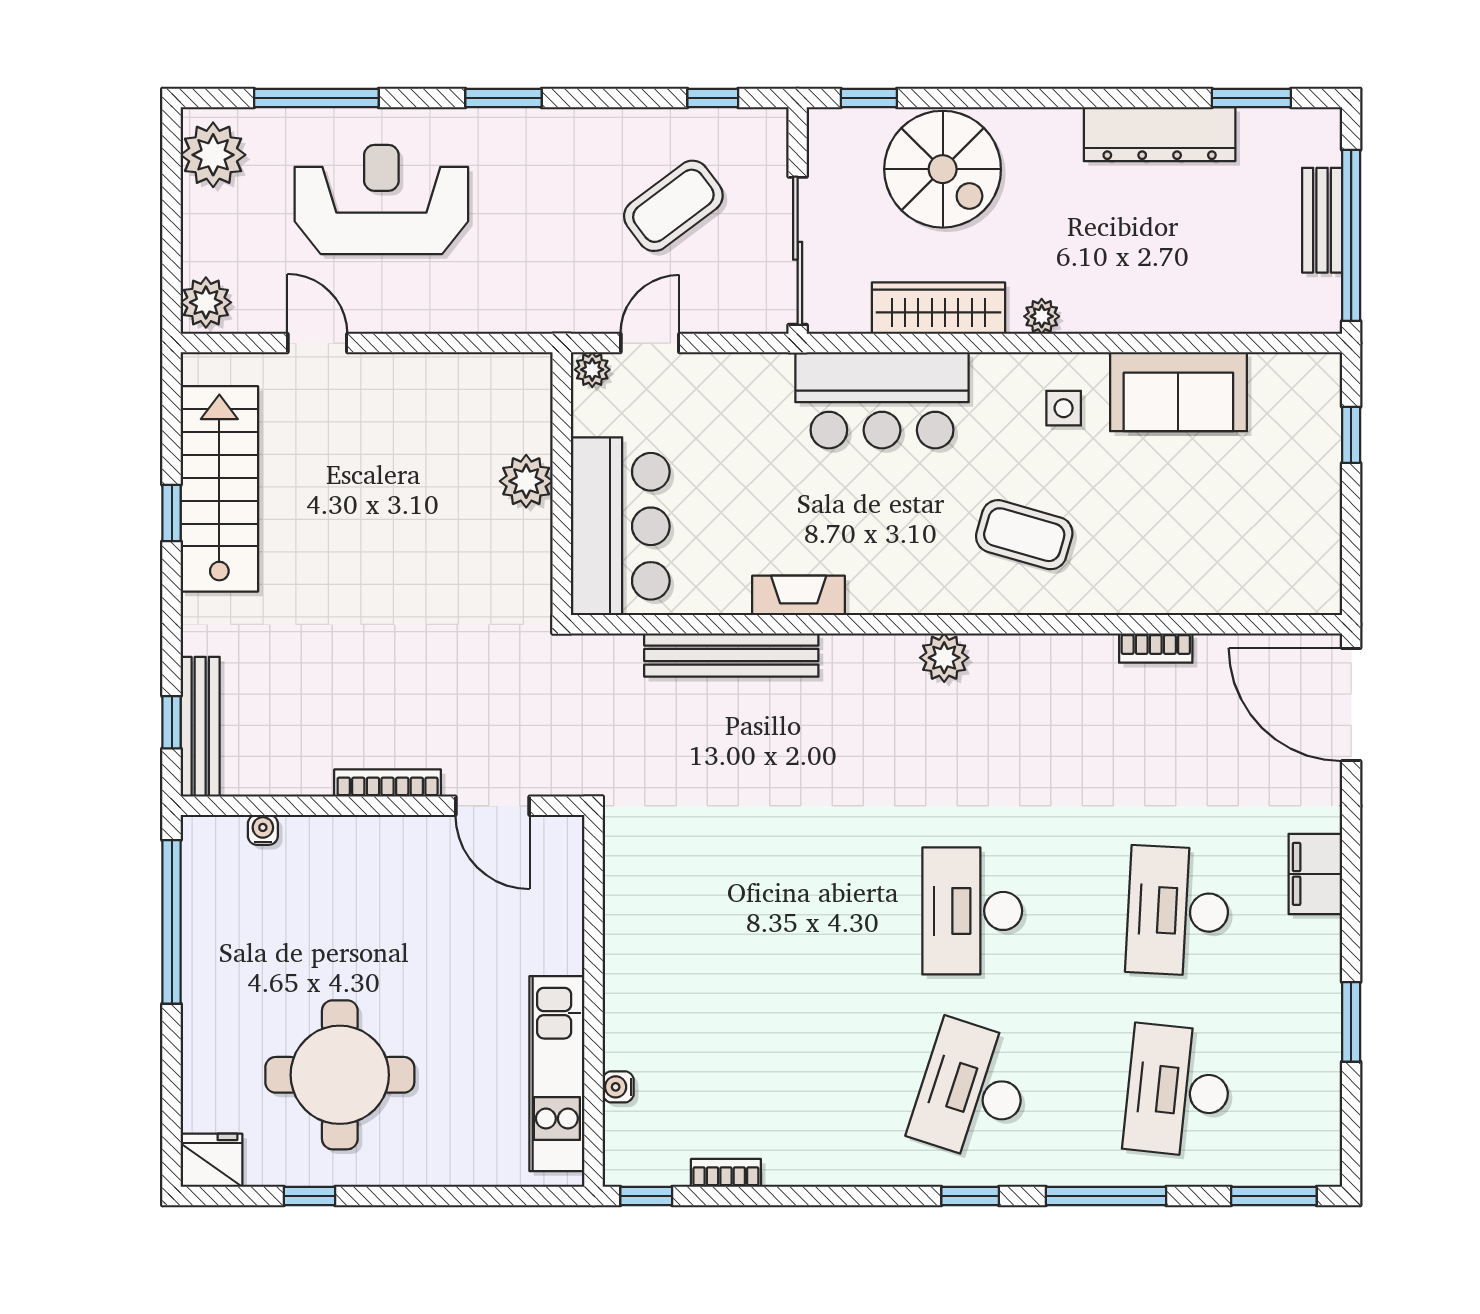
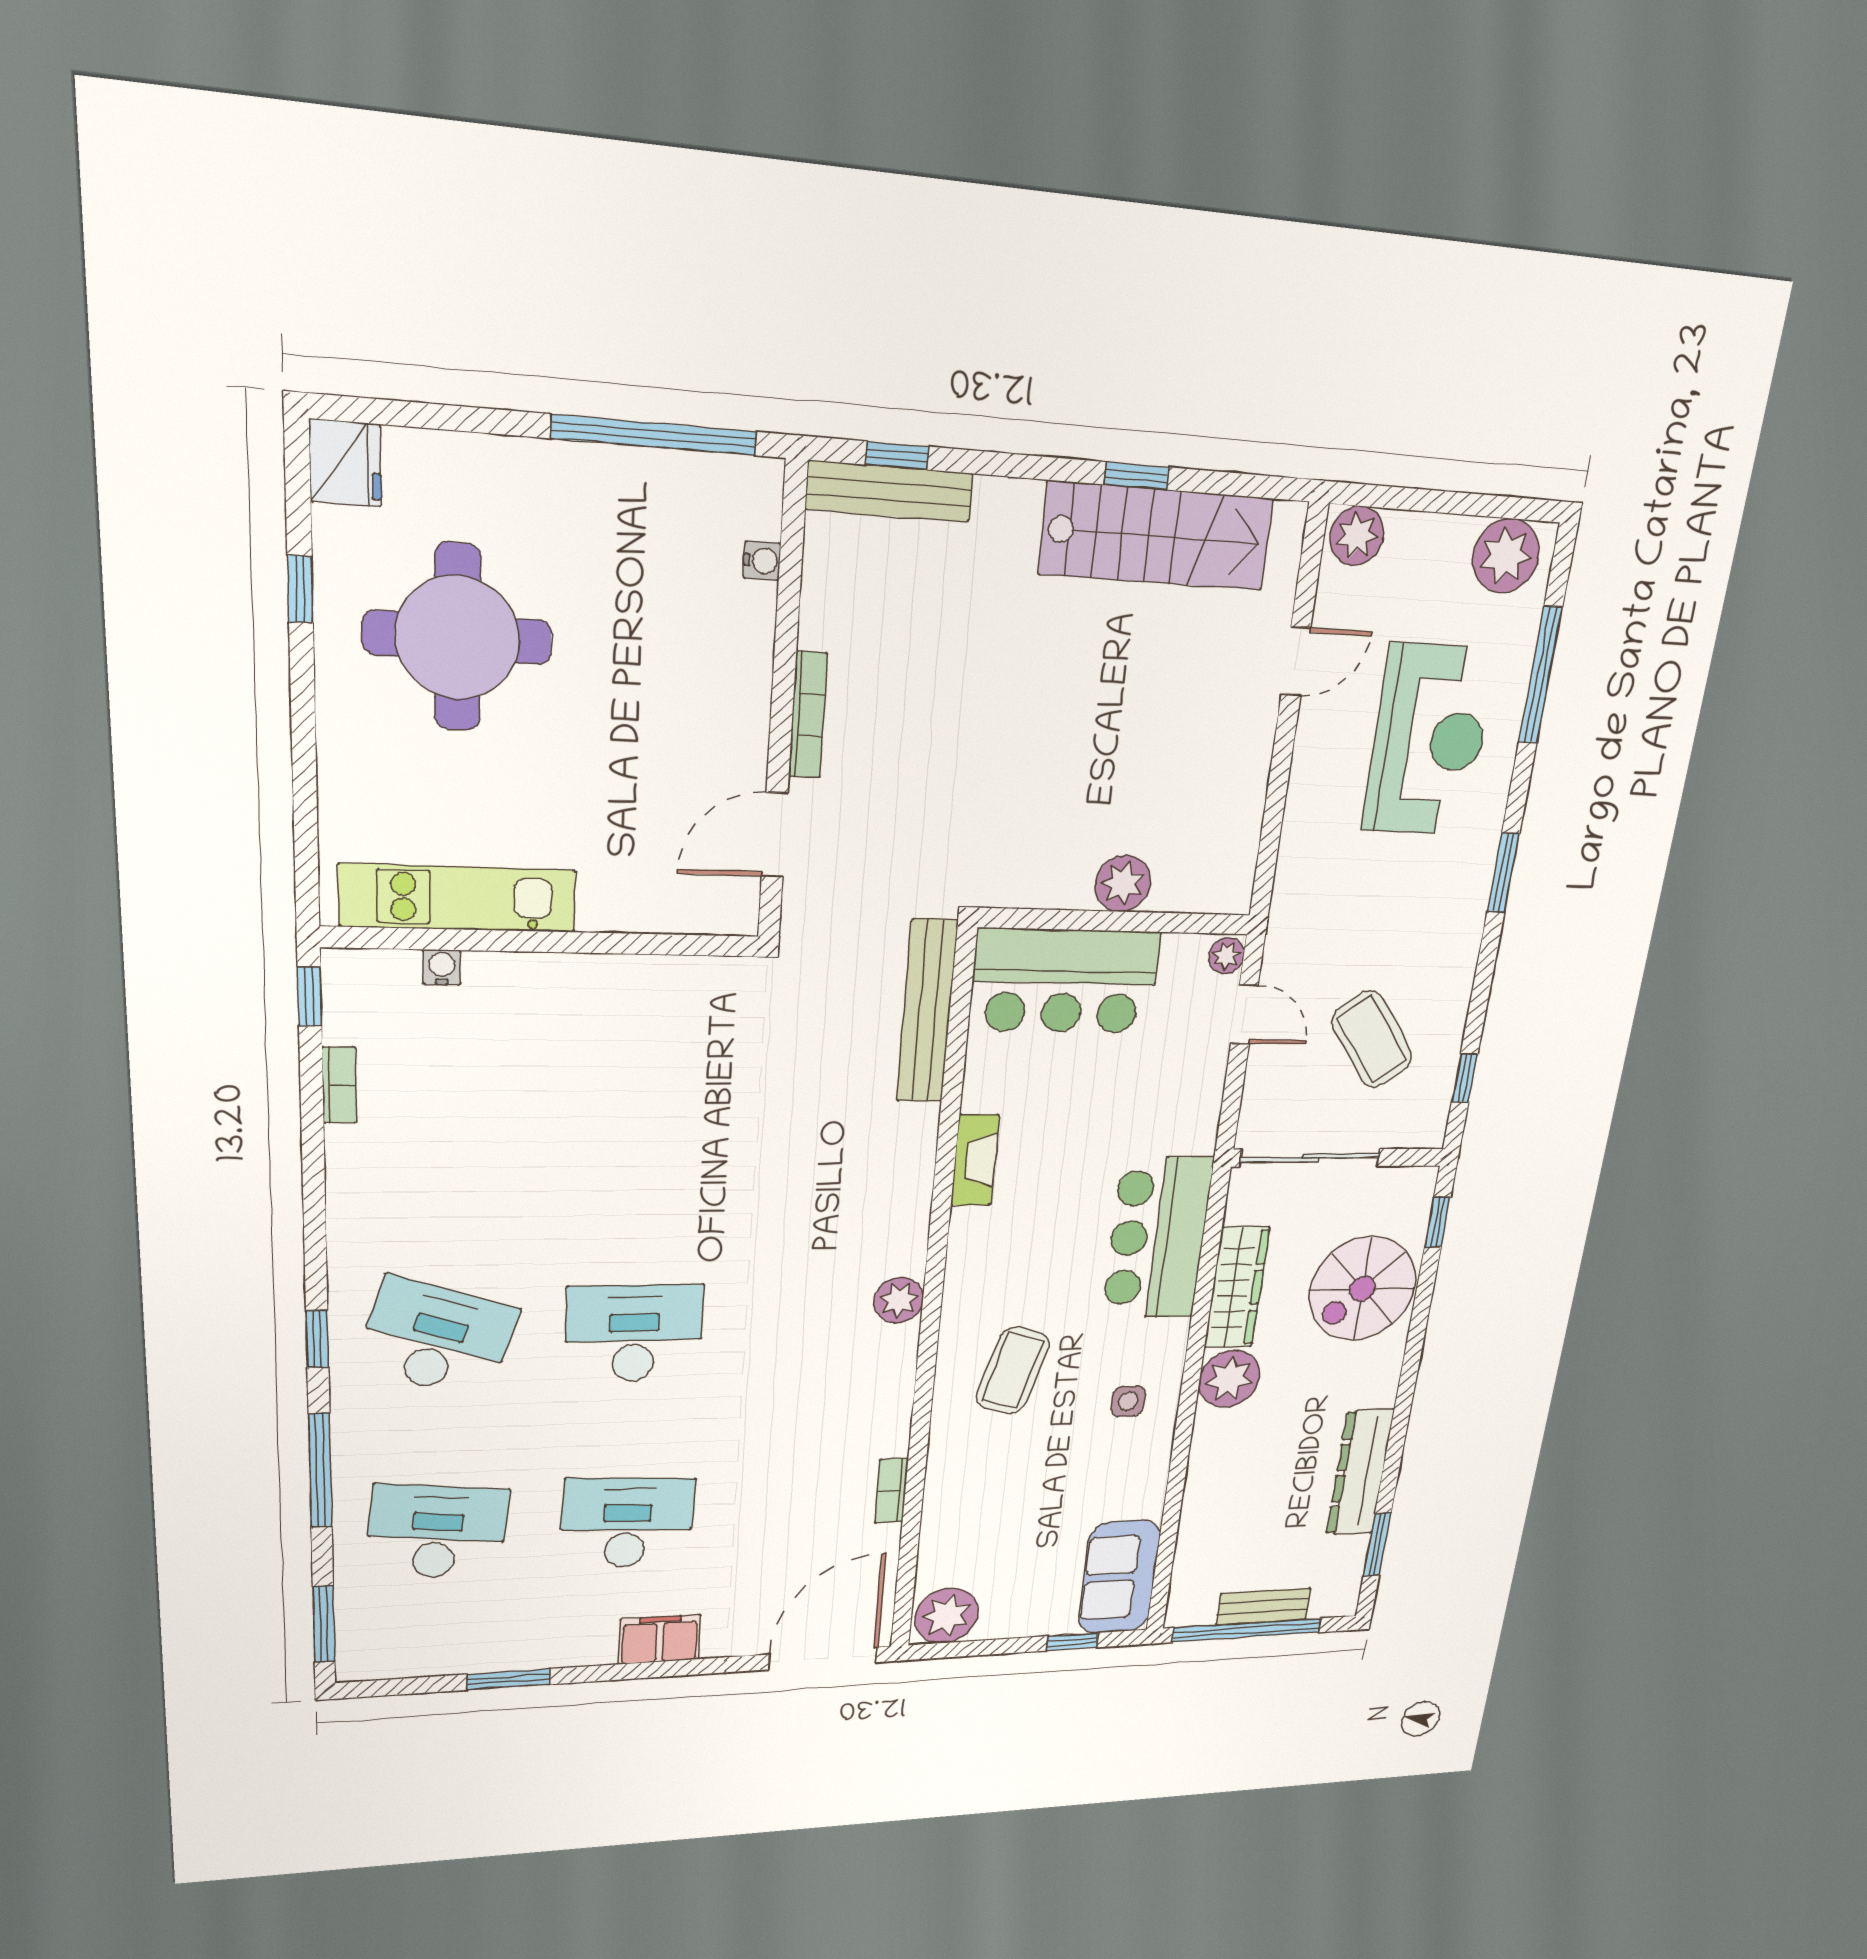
plant: (1042, 316) -> (1229, 1379), width x1.88, depth x1.88
sofa: (1178, 392) -> (1119, 1577), moved
plant: (1308, 577) -> (947, 1616), added
bench: (731, 655) -> (927, 1011), moved

